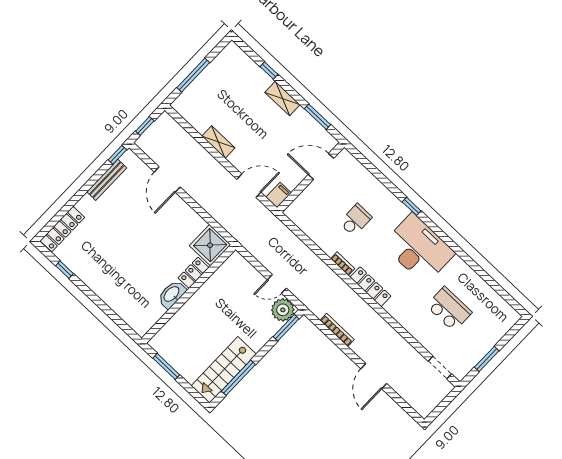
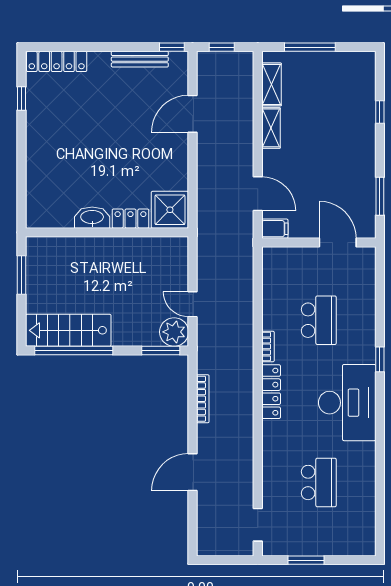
shelving: (282, 98) -> (271, 84), moved
school desk: (355, 220) -> (319, 320), width x1.85
window: (238, 378) -> (74, 350), width x1.46

